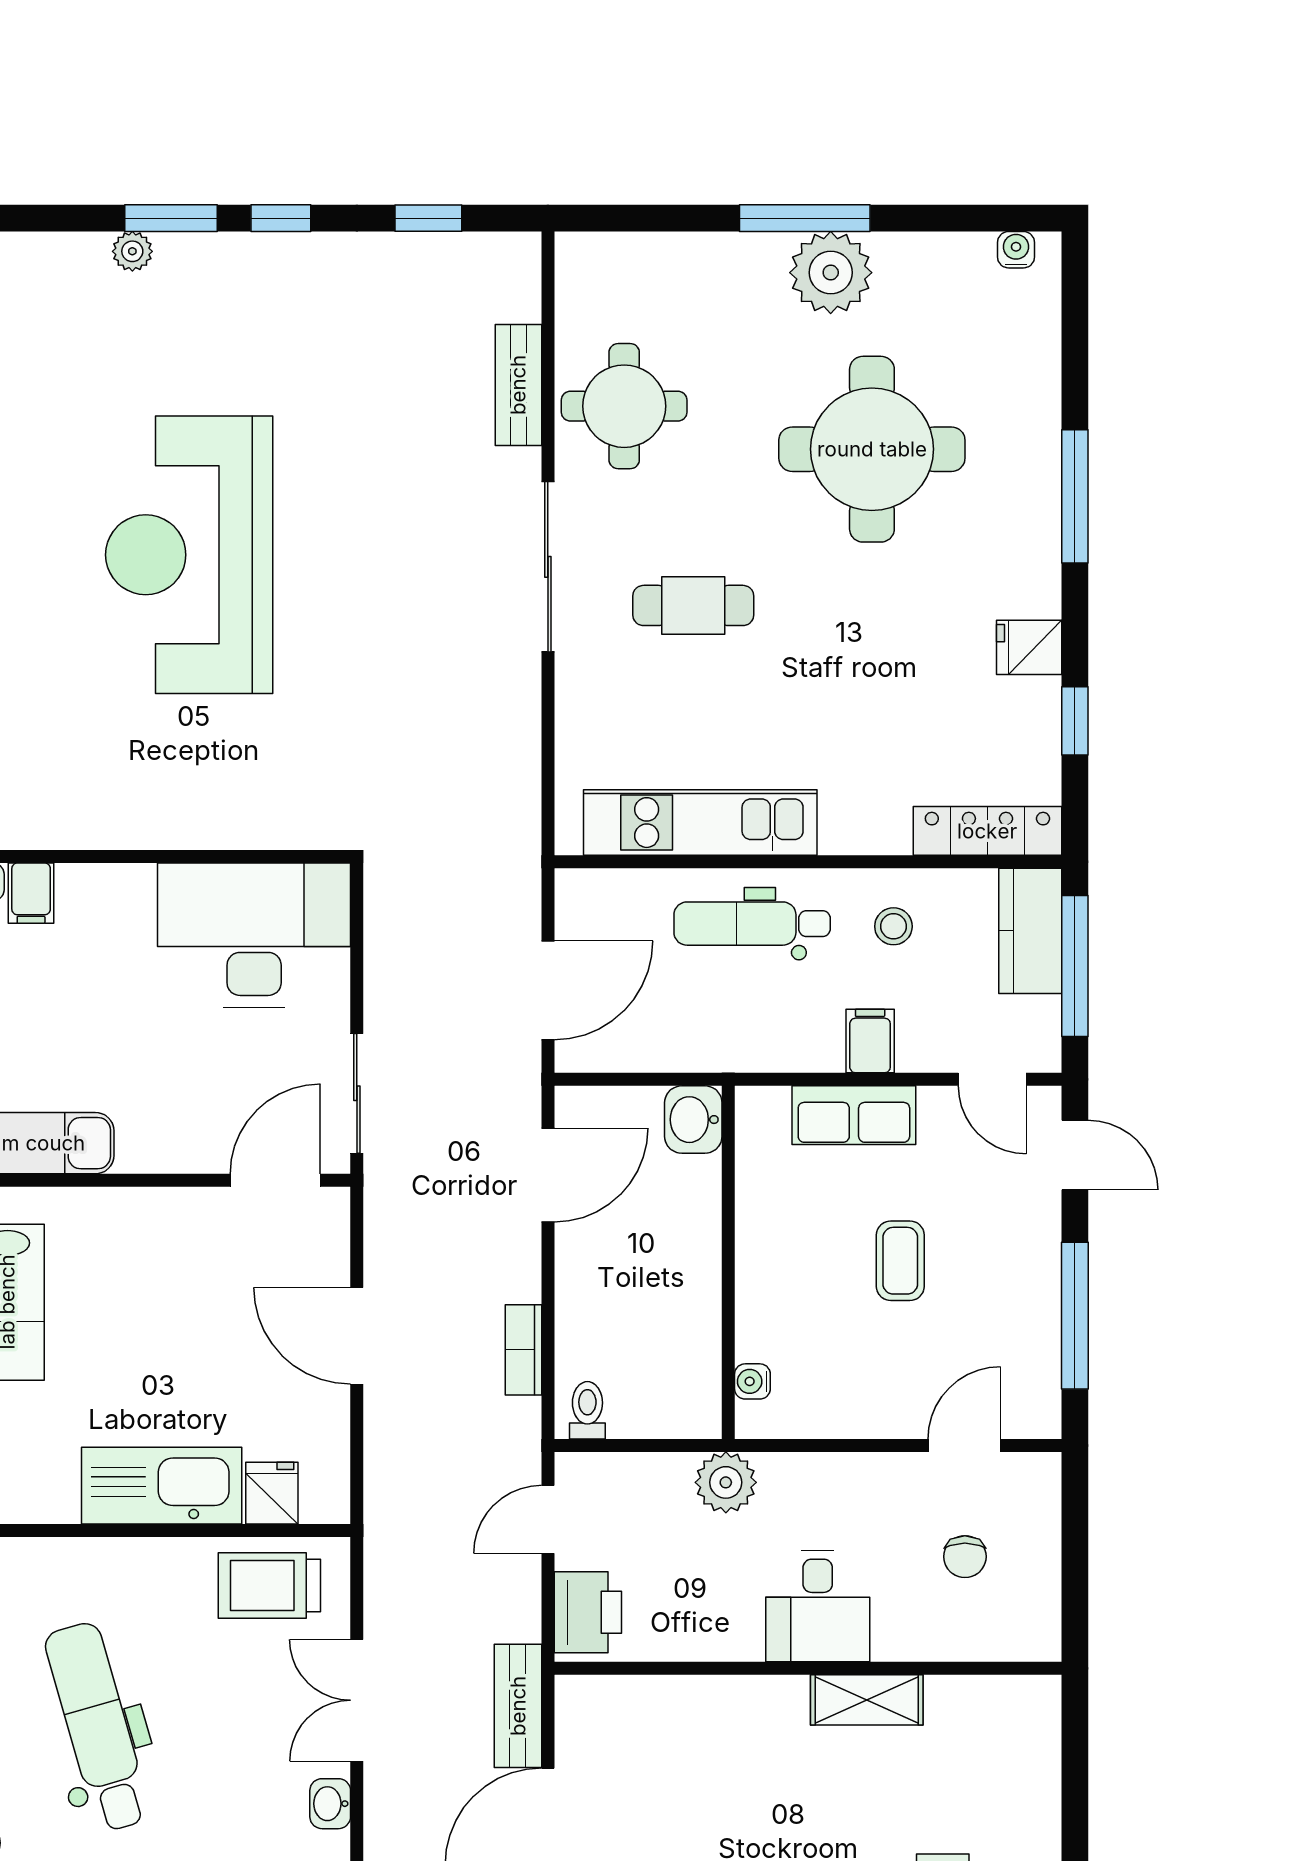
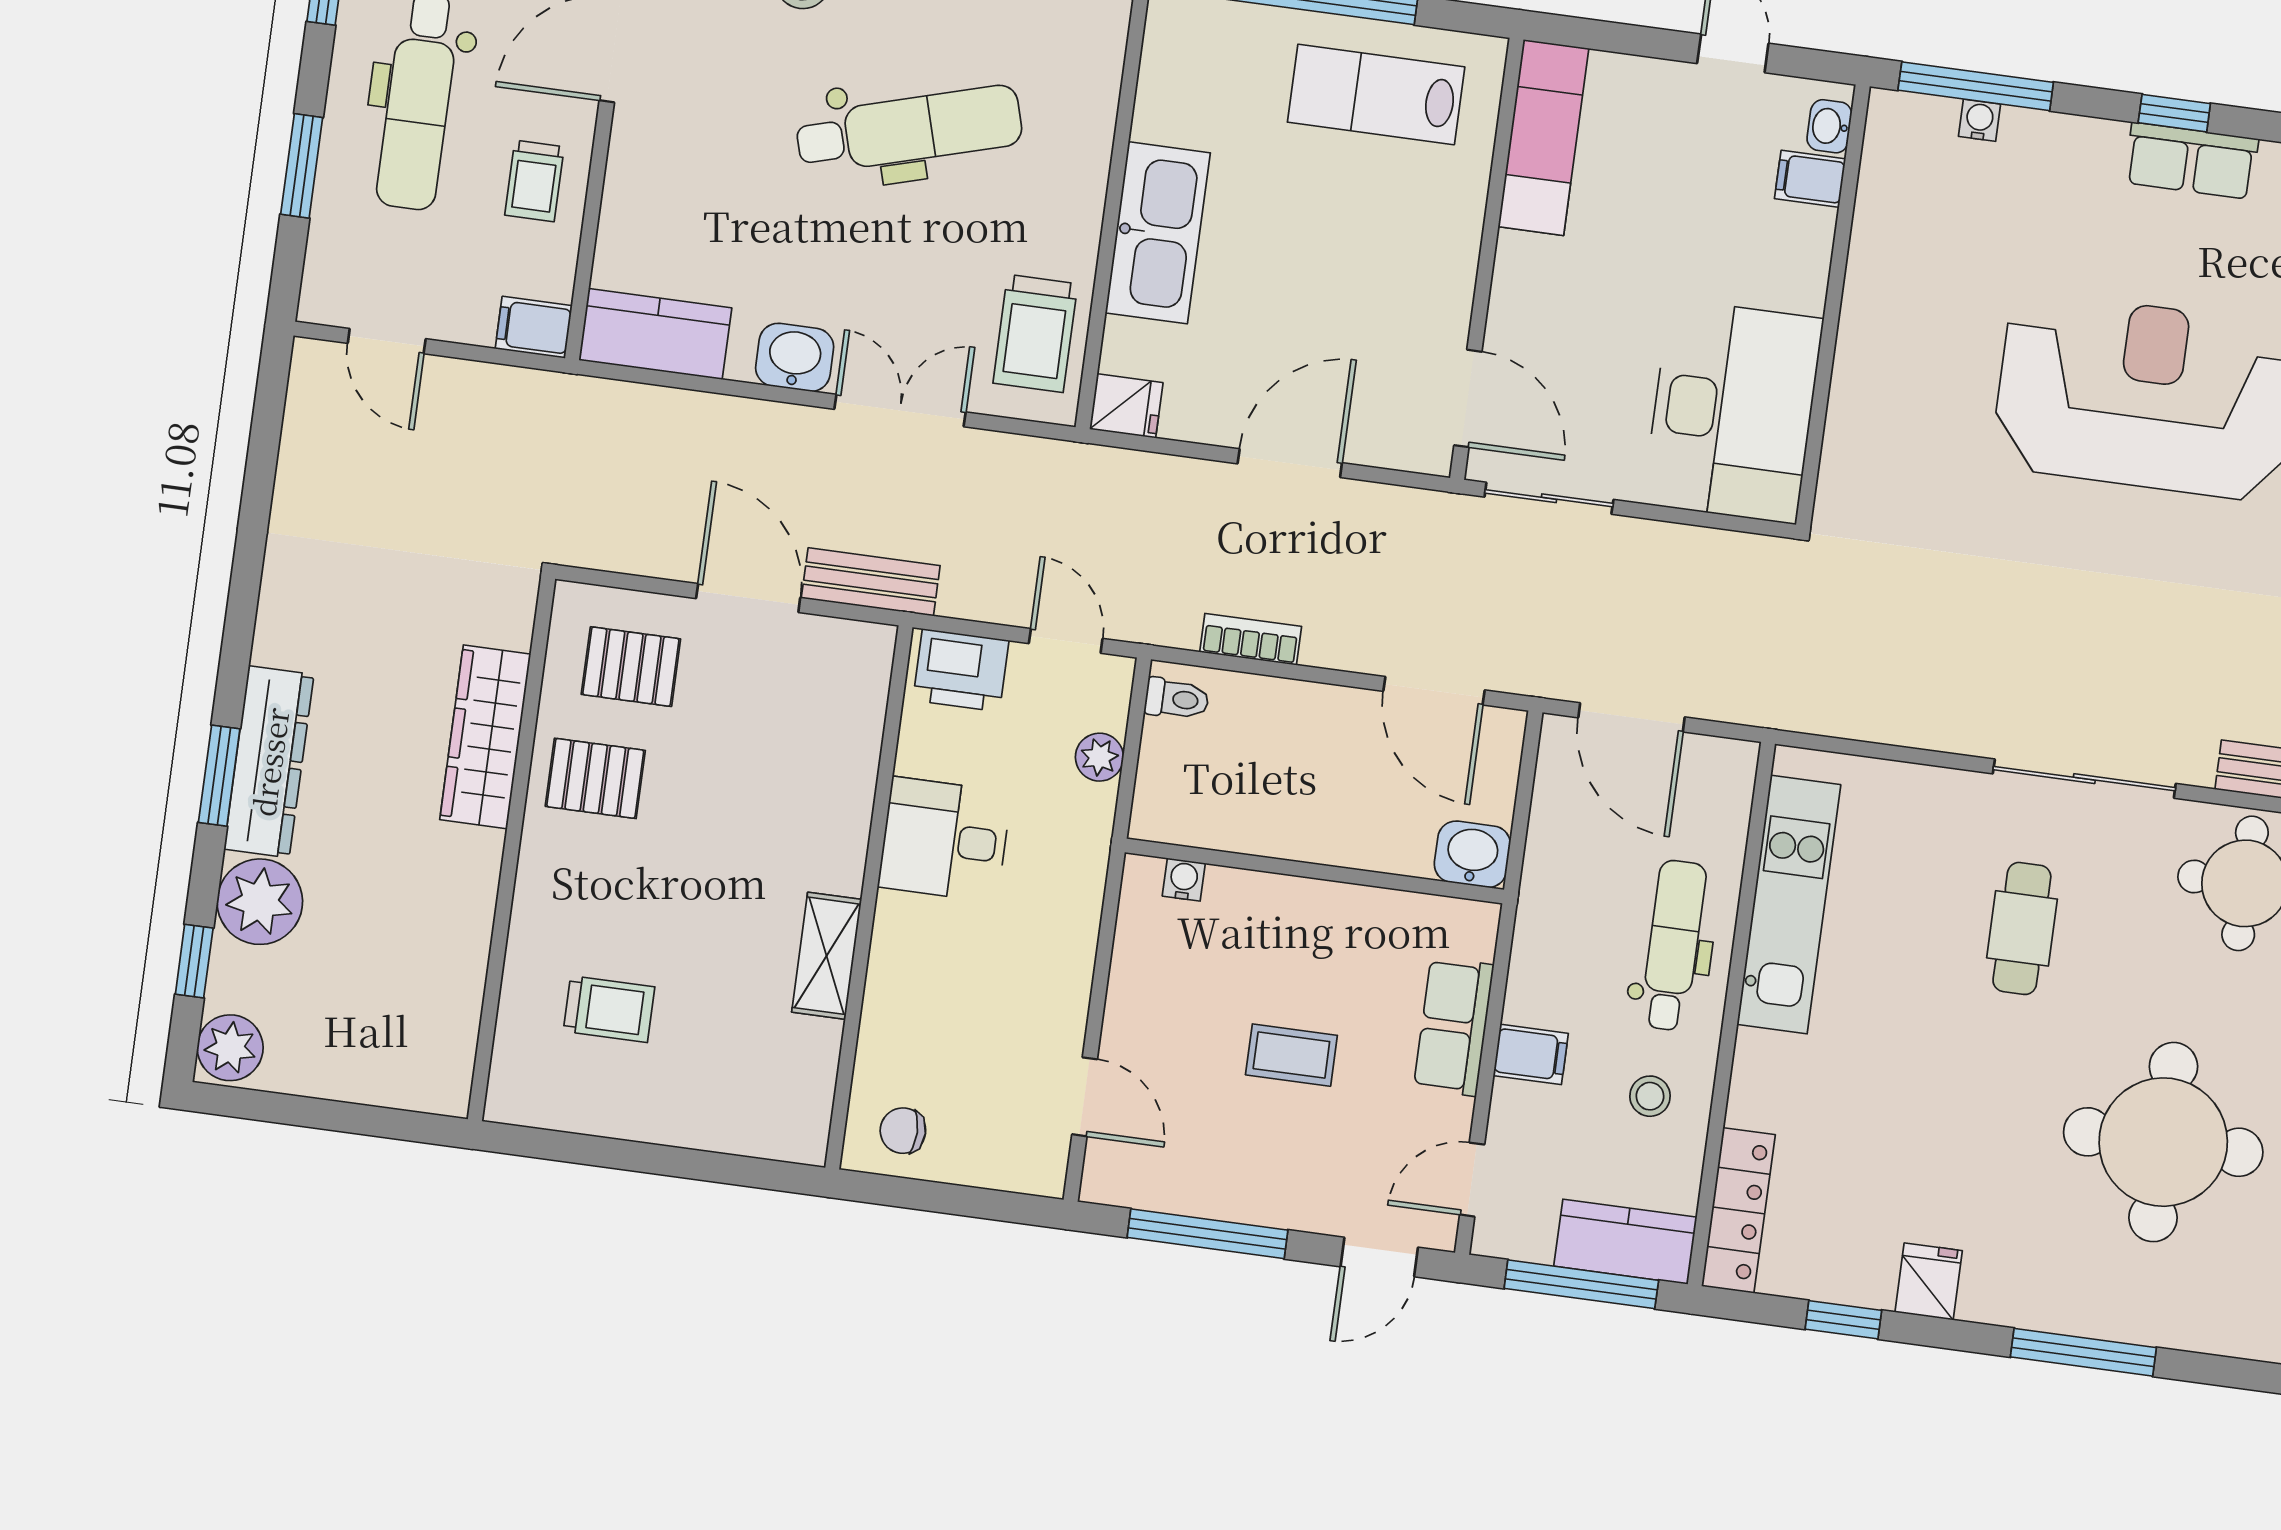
plant: (726, 1482) -> (1099, 757), moved, width x0.73, depth x0.73
fridge: (272, 1493) -> (1126, 406), moved
chair: (965, 1557) -> (903, 1131), moved
trolley: (269, 1586) -> (1035, 334), turned 180
desk: (818, 1606) -> (945, 840), moved
washbasin: (330, 1804) -> (795, 357), width x1.38, depth x1.45

